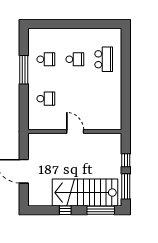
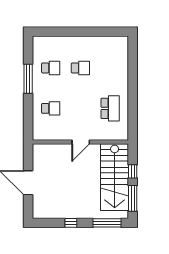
school desk: (104, 59) -> (110, 108), moved
door: (75, 131) -> (81, 142), swing flipped
stairs: (85, 193) -> (115, 177), moved, turned -90

